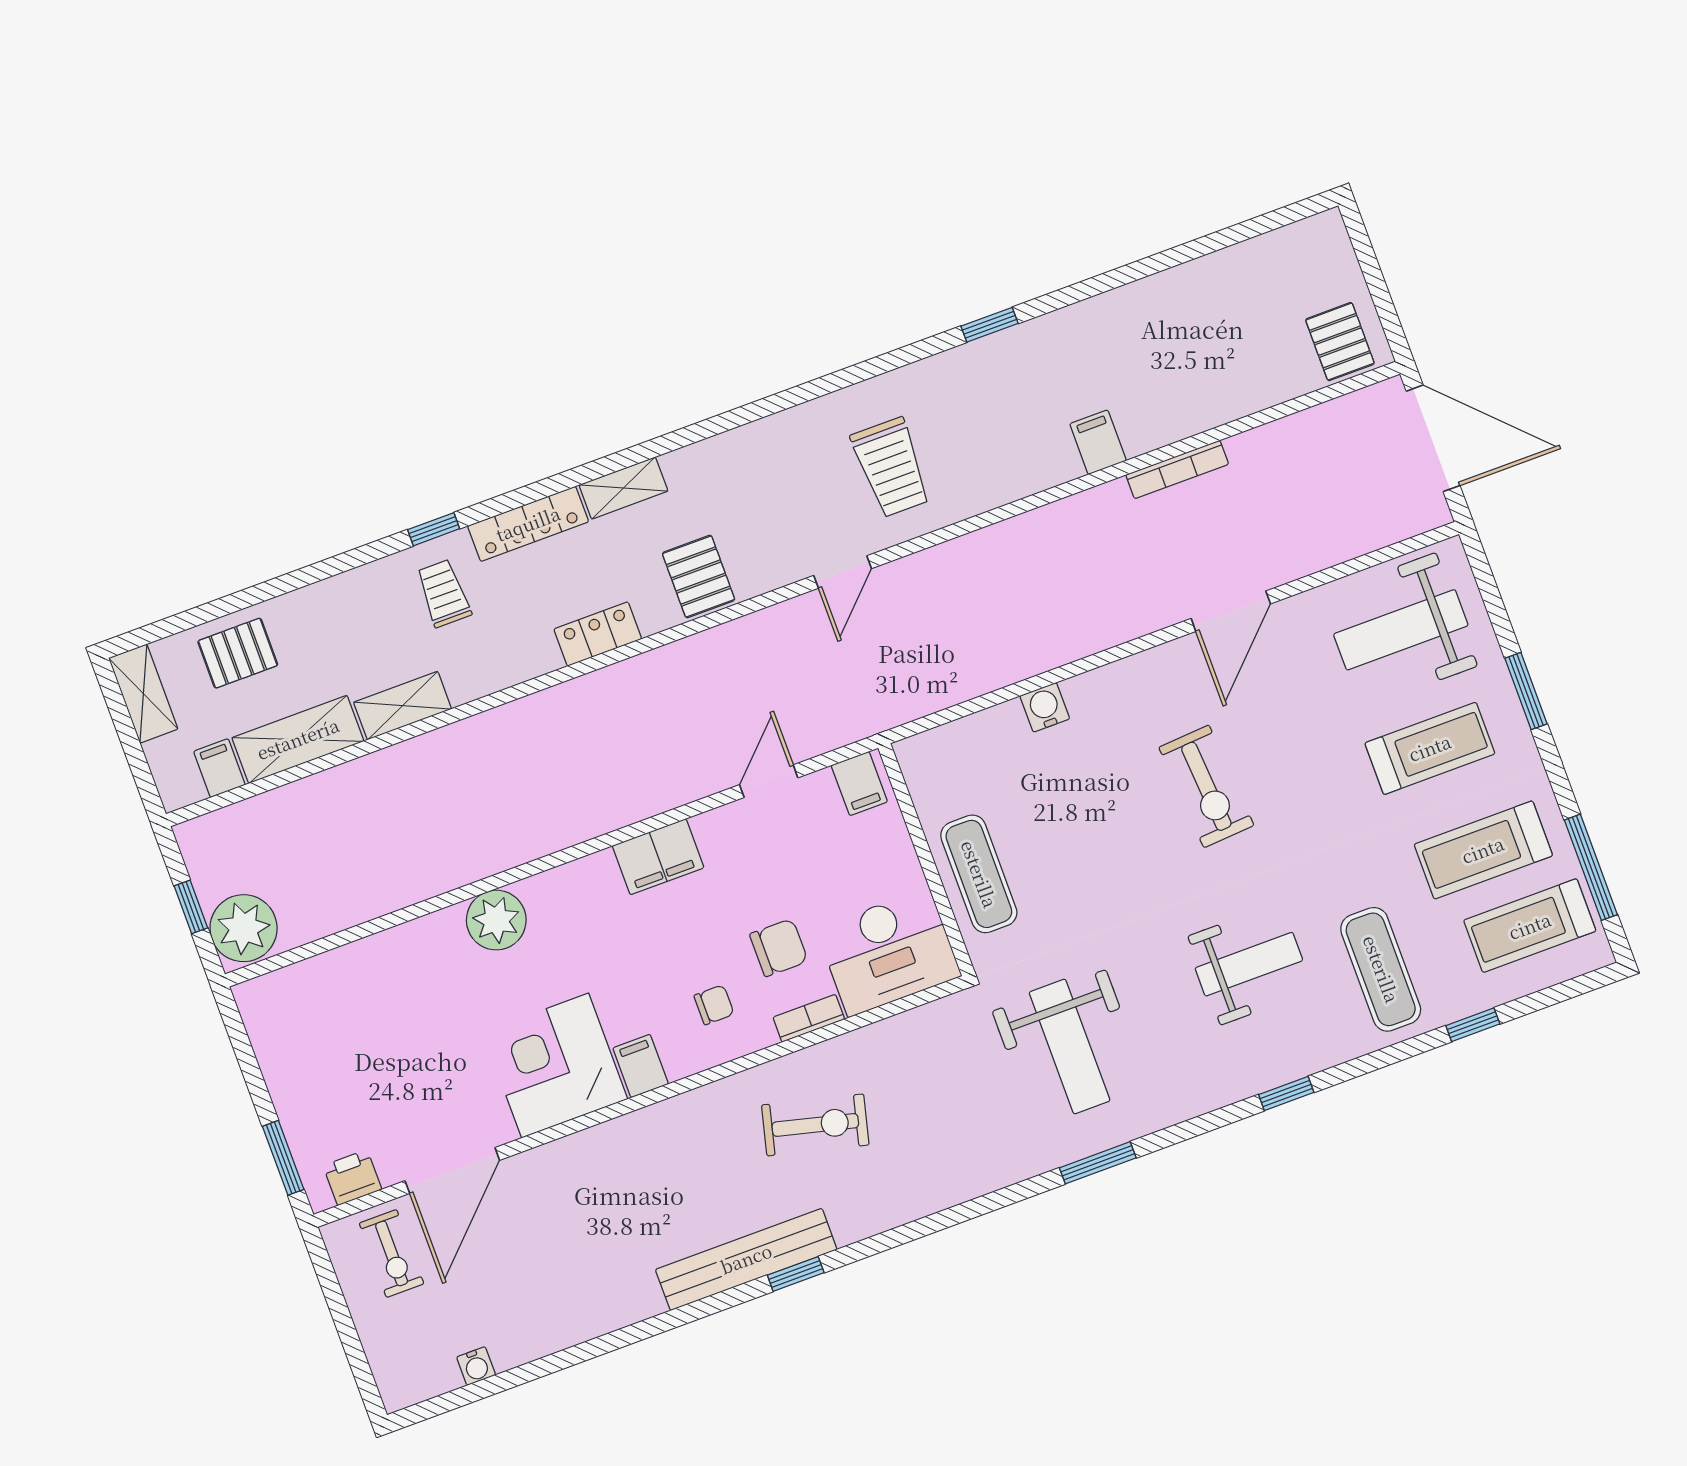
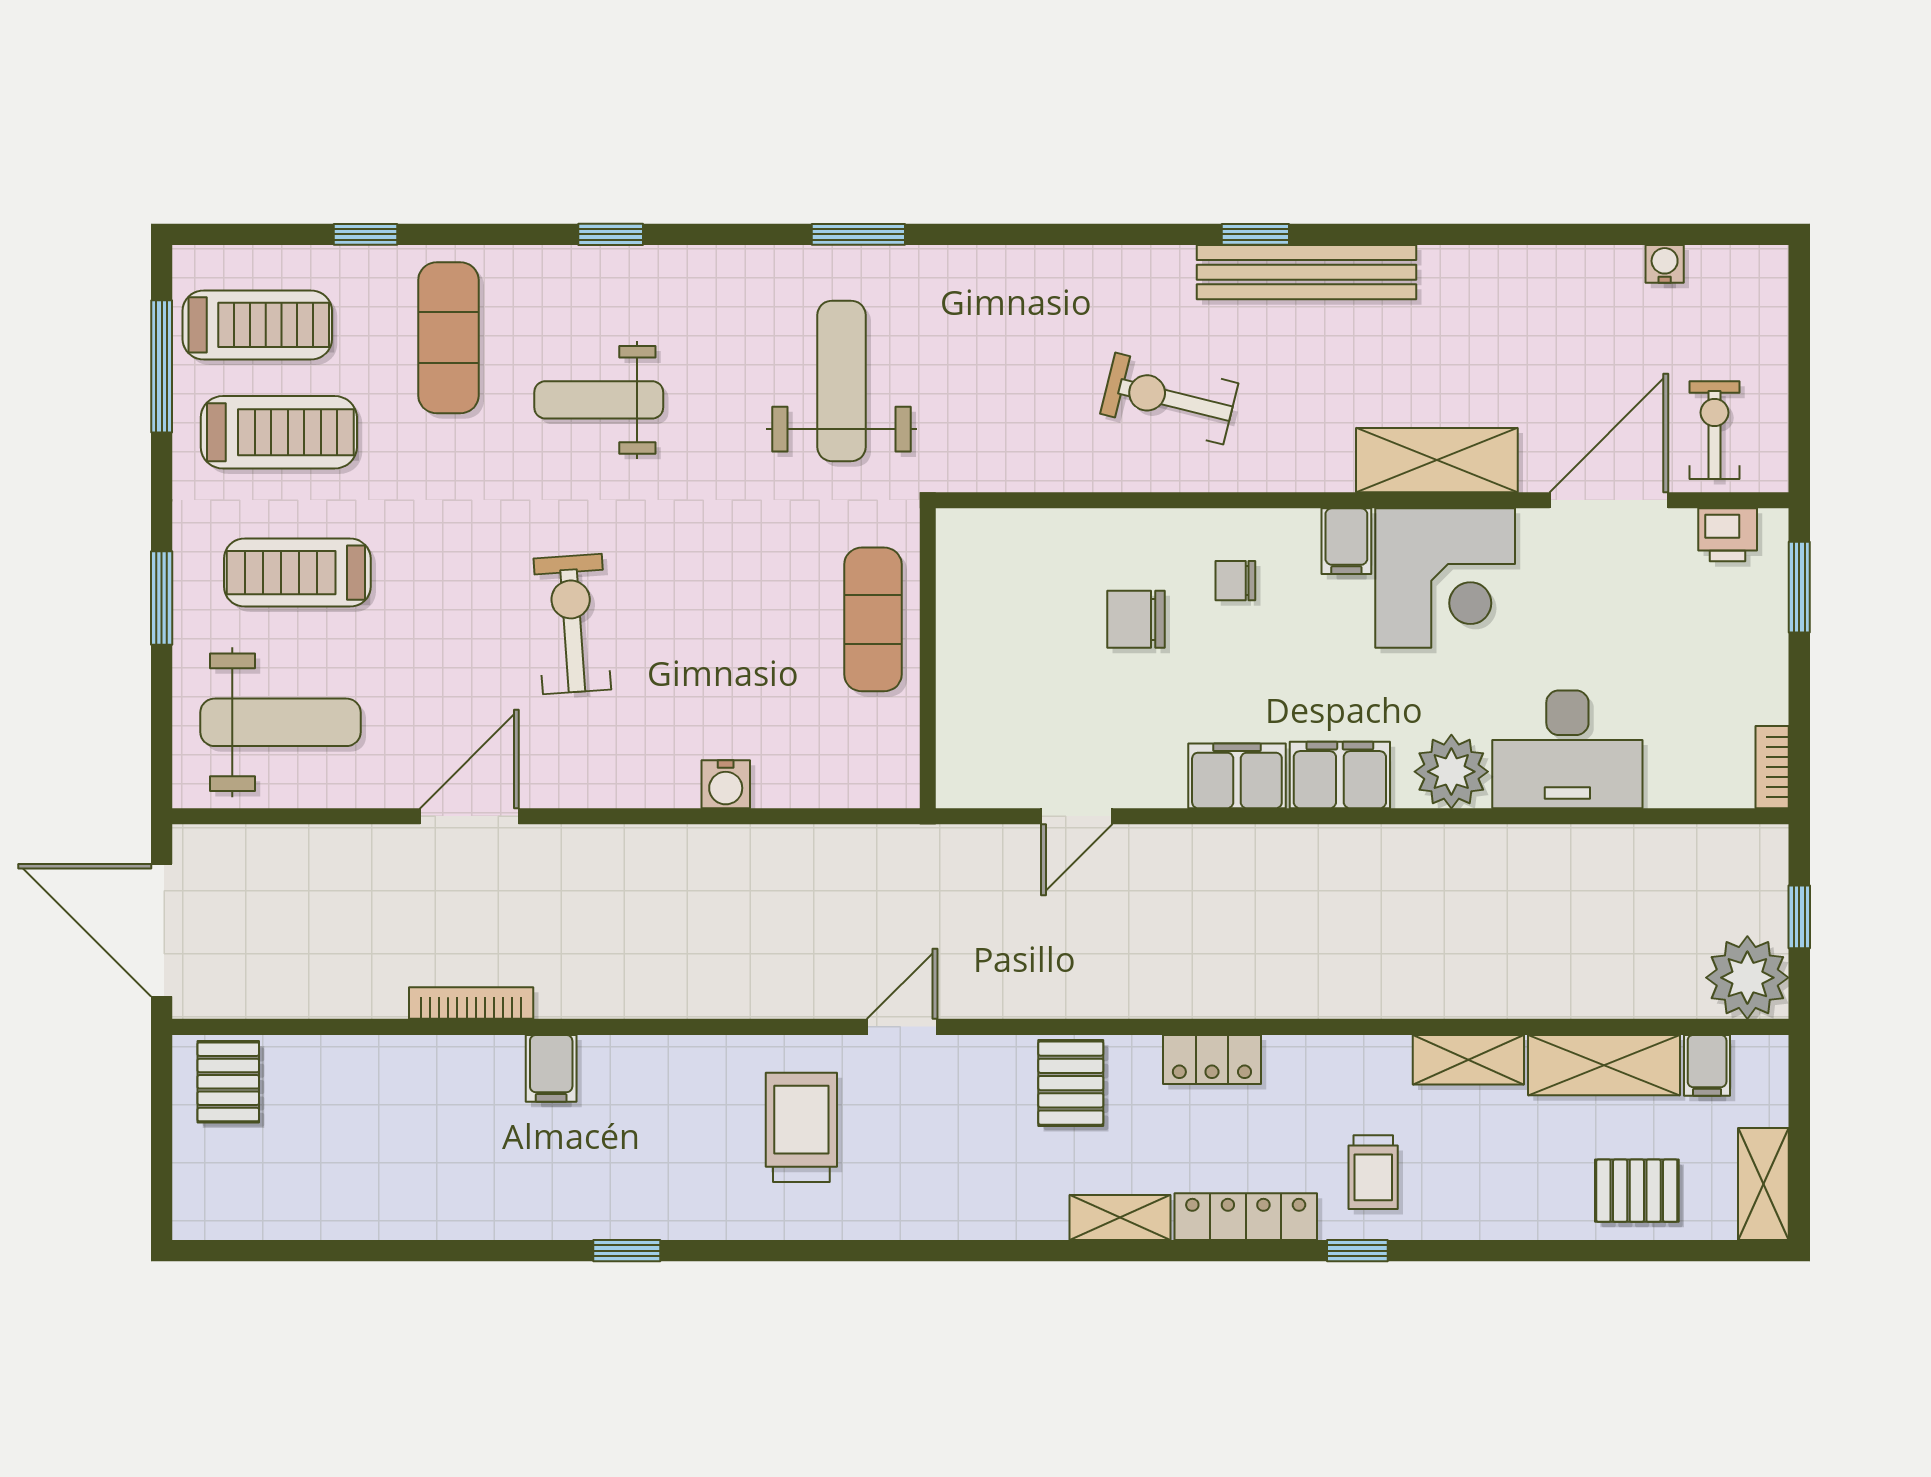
filing cabinet: (859, 784) -> (1340, 775), moved, width x2.00
plant: (244, 928) -> (1747, 978), moved
desk: (889, 952) -> (1567, 749), moved, turned 180
bookcase: (809, 1018) -> (1772, 767), moved, turned 90
shelving: (594, 1153) -> (1437, 460), added

